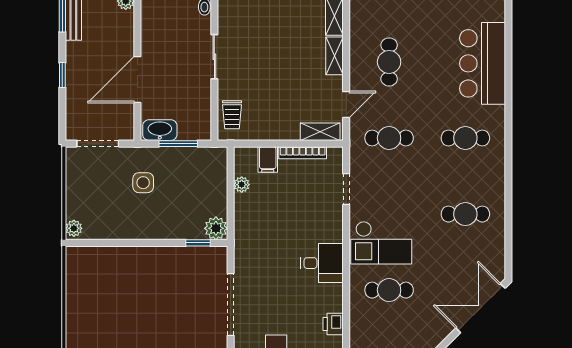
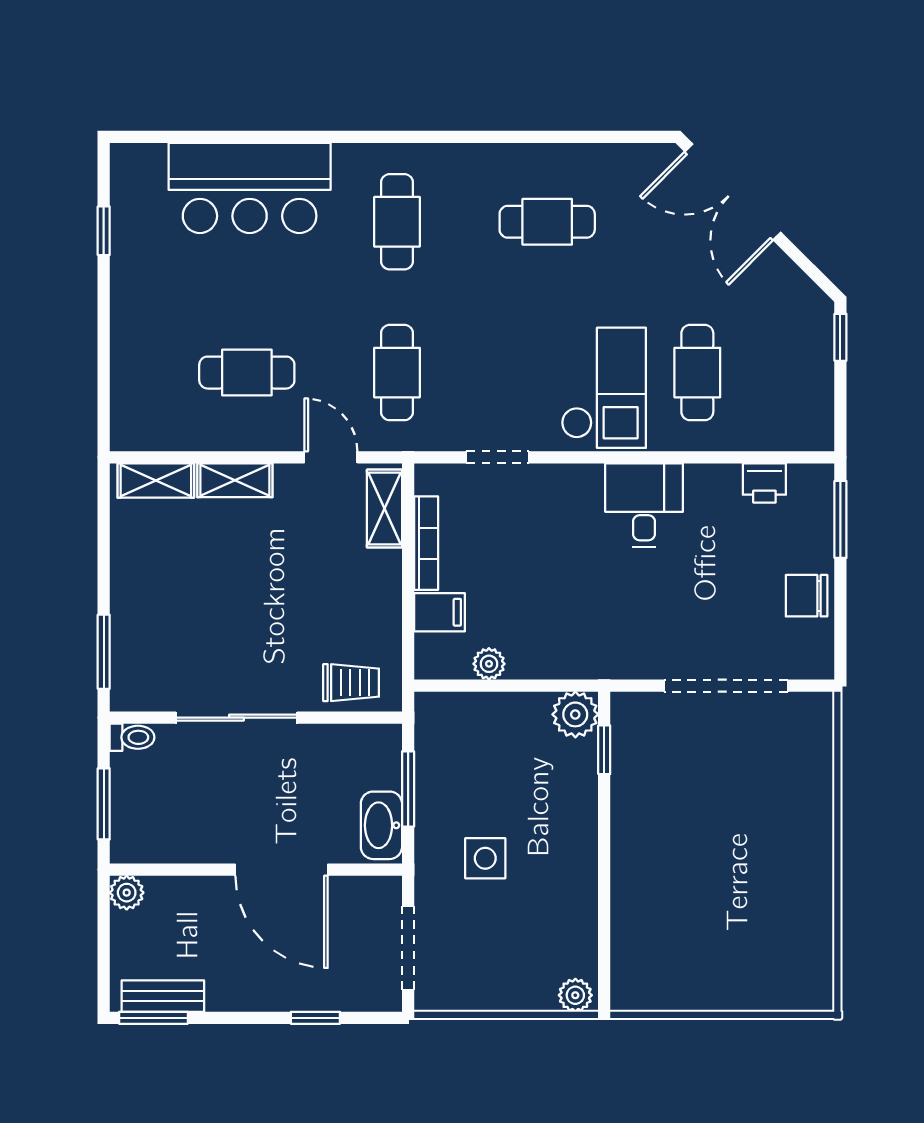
sliding door: (214, 57) -> (236, 718), width x1.37
window: (62, 75) -> (315, 1018), moved
cafe table: (465, 214) -> (547, 222), turned 90

